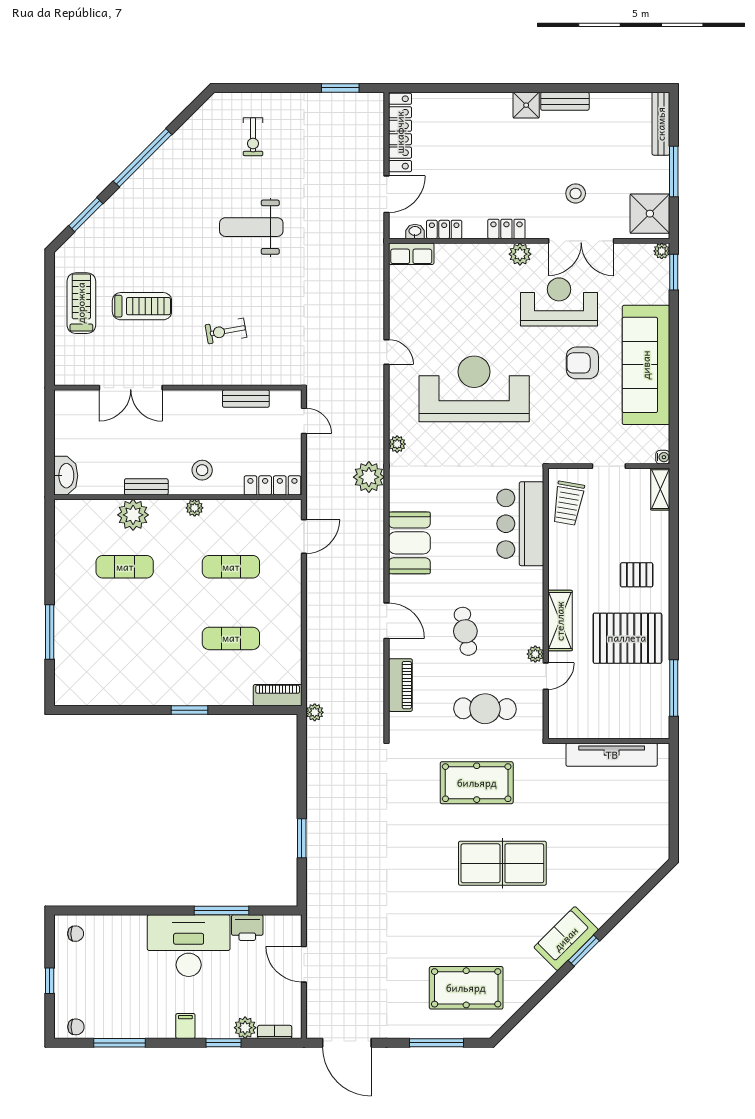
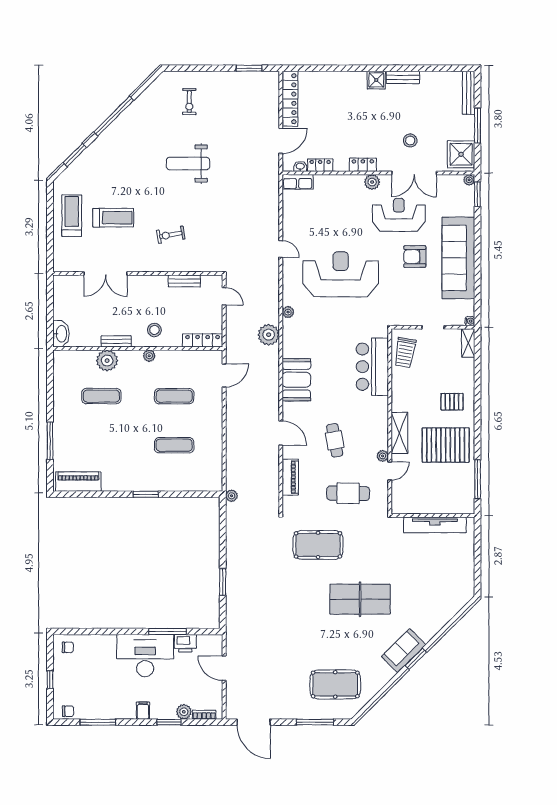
piano: (278, 695) -> (78, 482), moved, width x1.37, depth x1.33
pool table: (477, 783) -> (318, 545), moved

